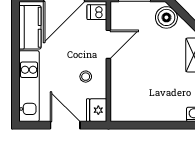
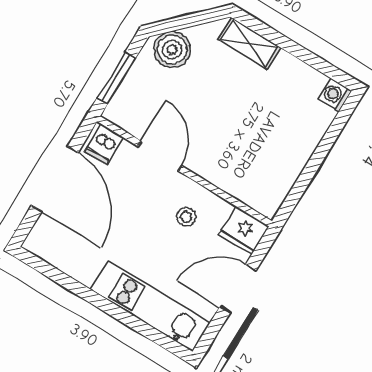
kitchen counter: (30, 27) -> (67, 254), removed

